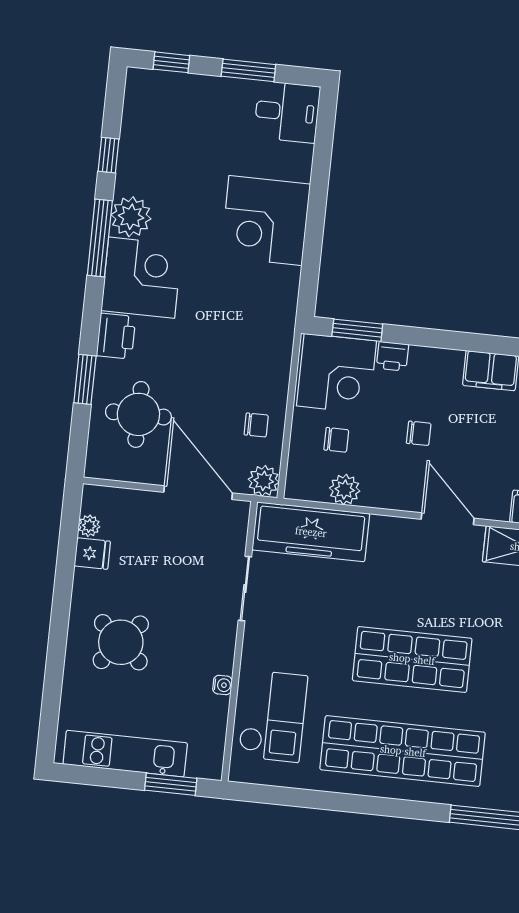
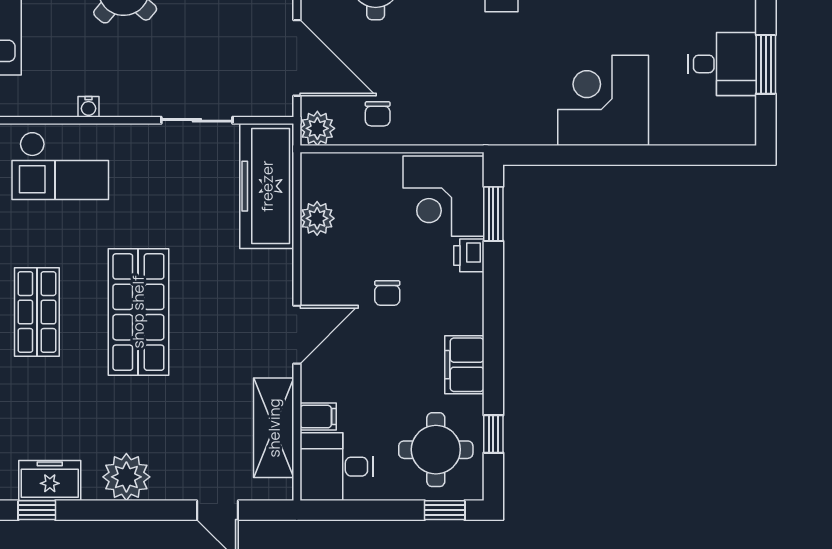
desk: (287, 112) -> (722, 64), moved, turned -90
chair: (336, 440) -> (371, 203), removed
door: (198, 493) -> (297, 58), hinge flipped
shop shelf: (403, 751) -> (37, 312), width x0.50, depth x0.74

